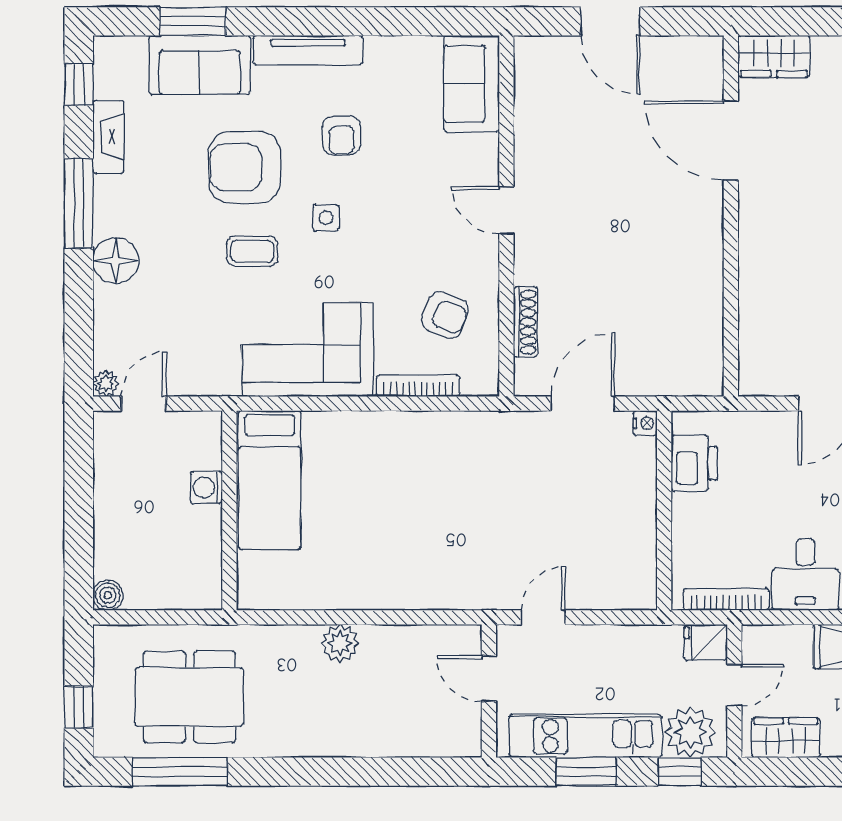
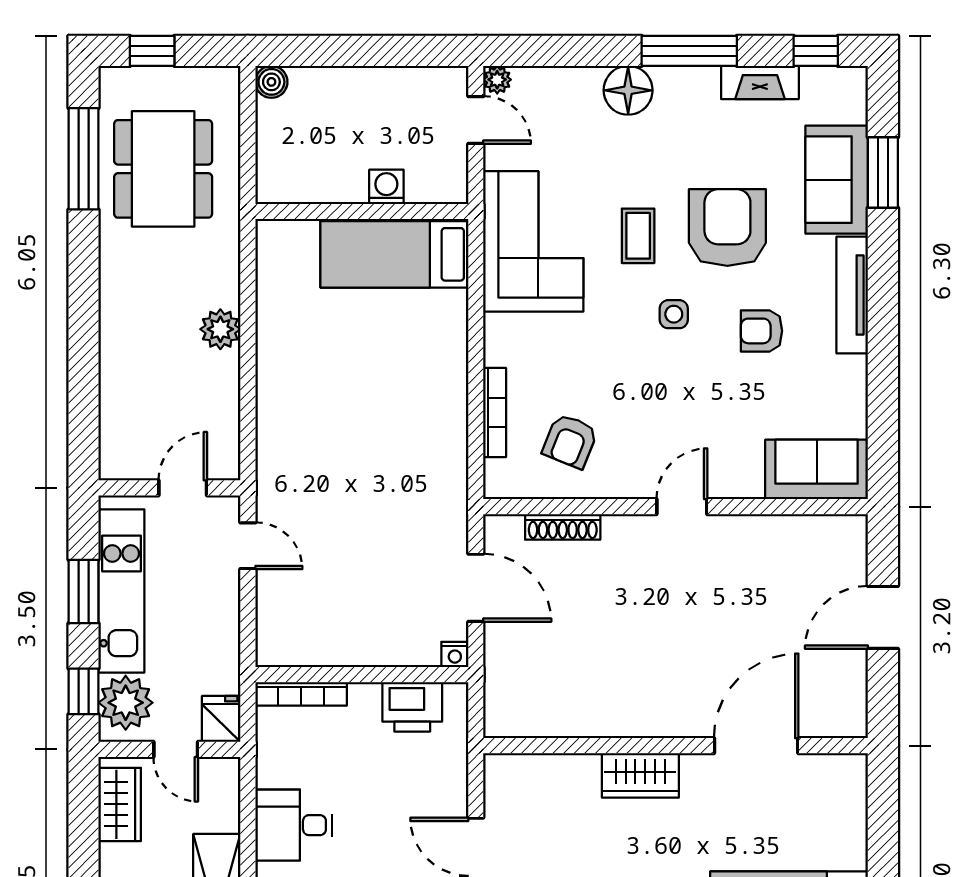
wardrobe: (774, 56) -> (640, 775), moved, turned -90
corner sofa: (308, 350) -> (533, 241), moved
bookcase: (726, 599) -> (301, 694), moved, turned 90

